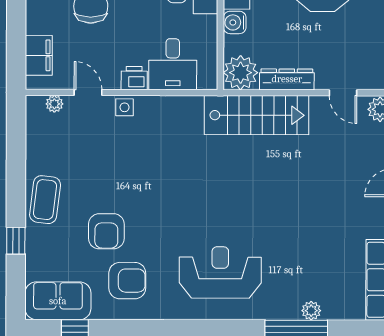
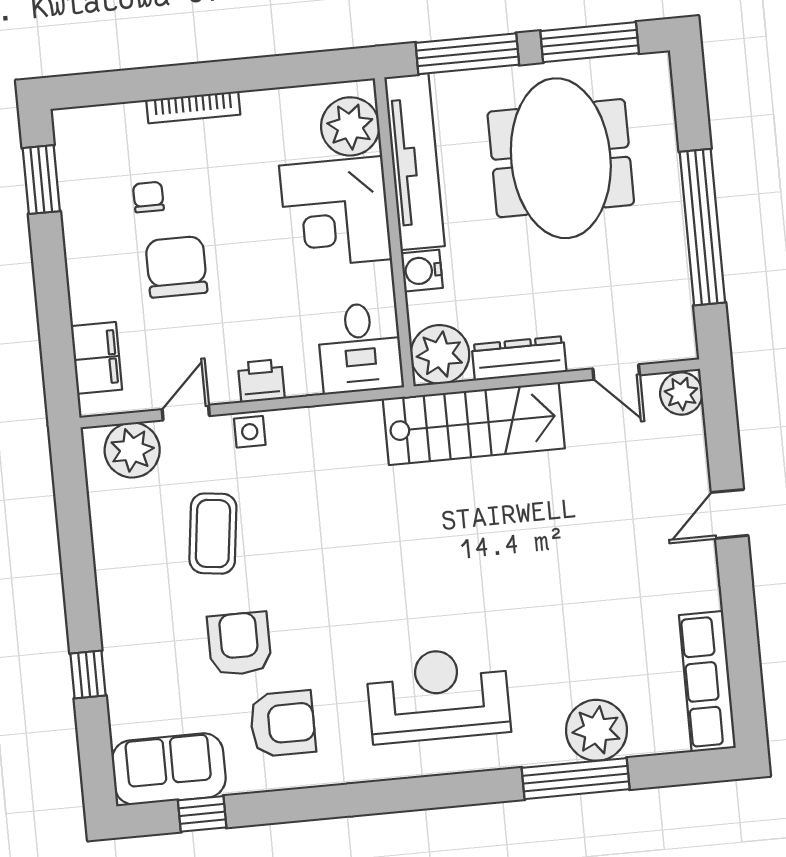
desk: (173, 64) -> (360, 348), moved
door: (88, 92) -> (186, 413), hinge flipped
plant: (54, 104) -> (132, 450), width x1.88, depth x1.88
coffee table: (45, 200) -> (213, 534), moved
armchair: (106, 231) -> (239, 644), turned 180
plant: (311, 311) -> (596, 730), width x1.88, depth x1.88

